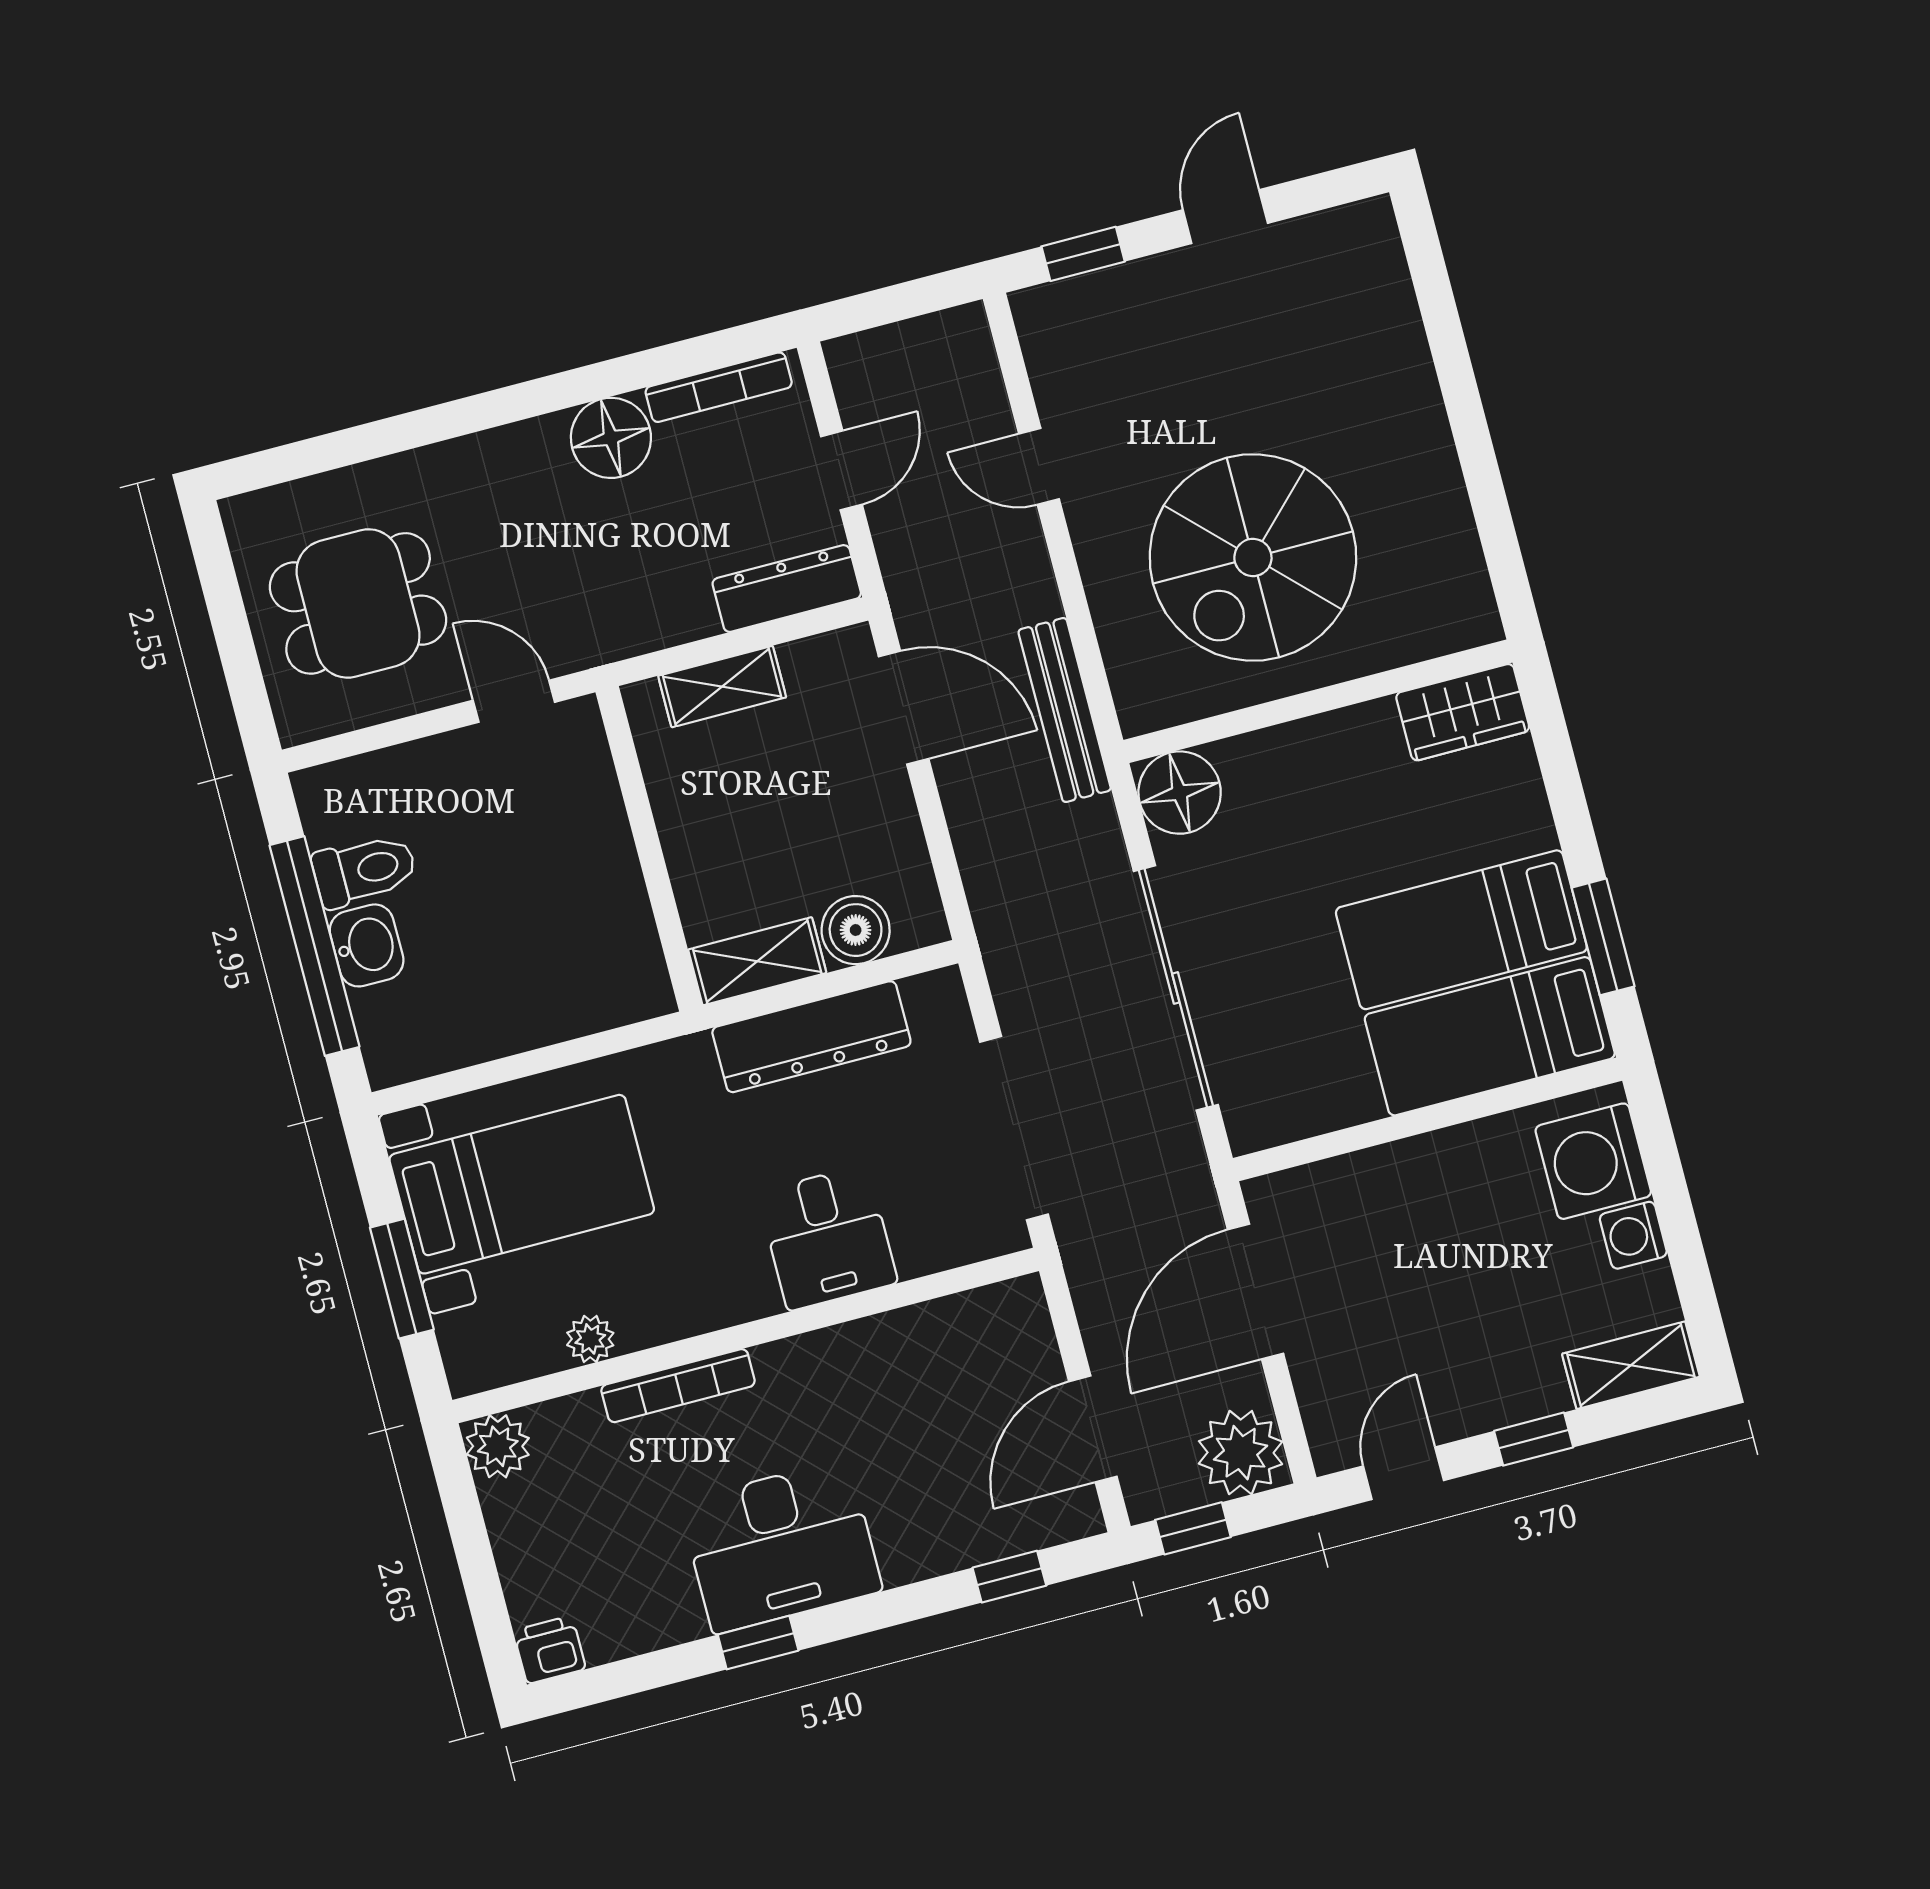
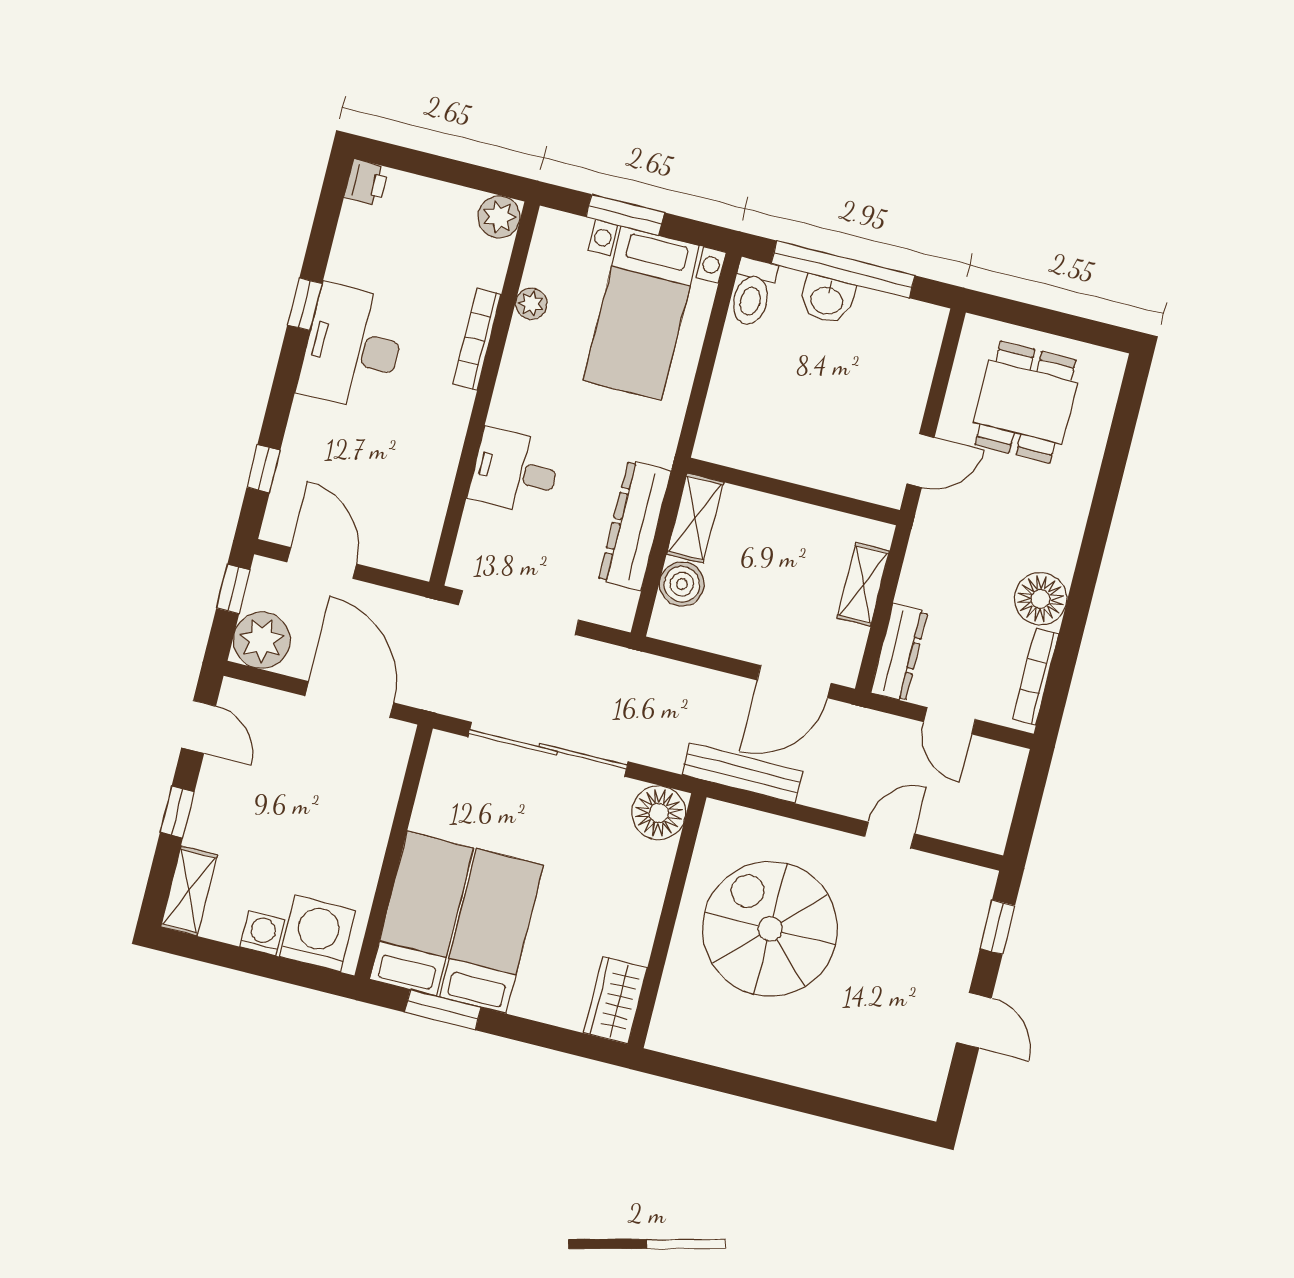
toilet: (364, 870) -> (753, 292), moved

